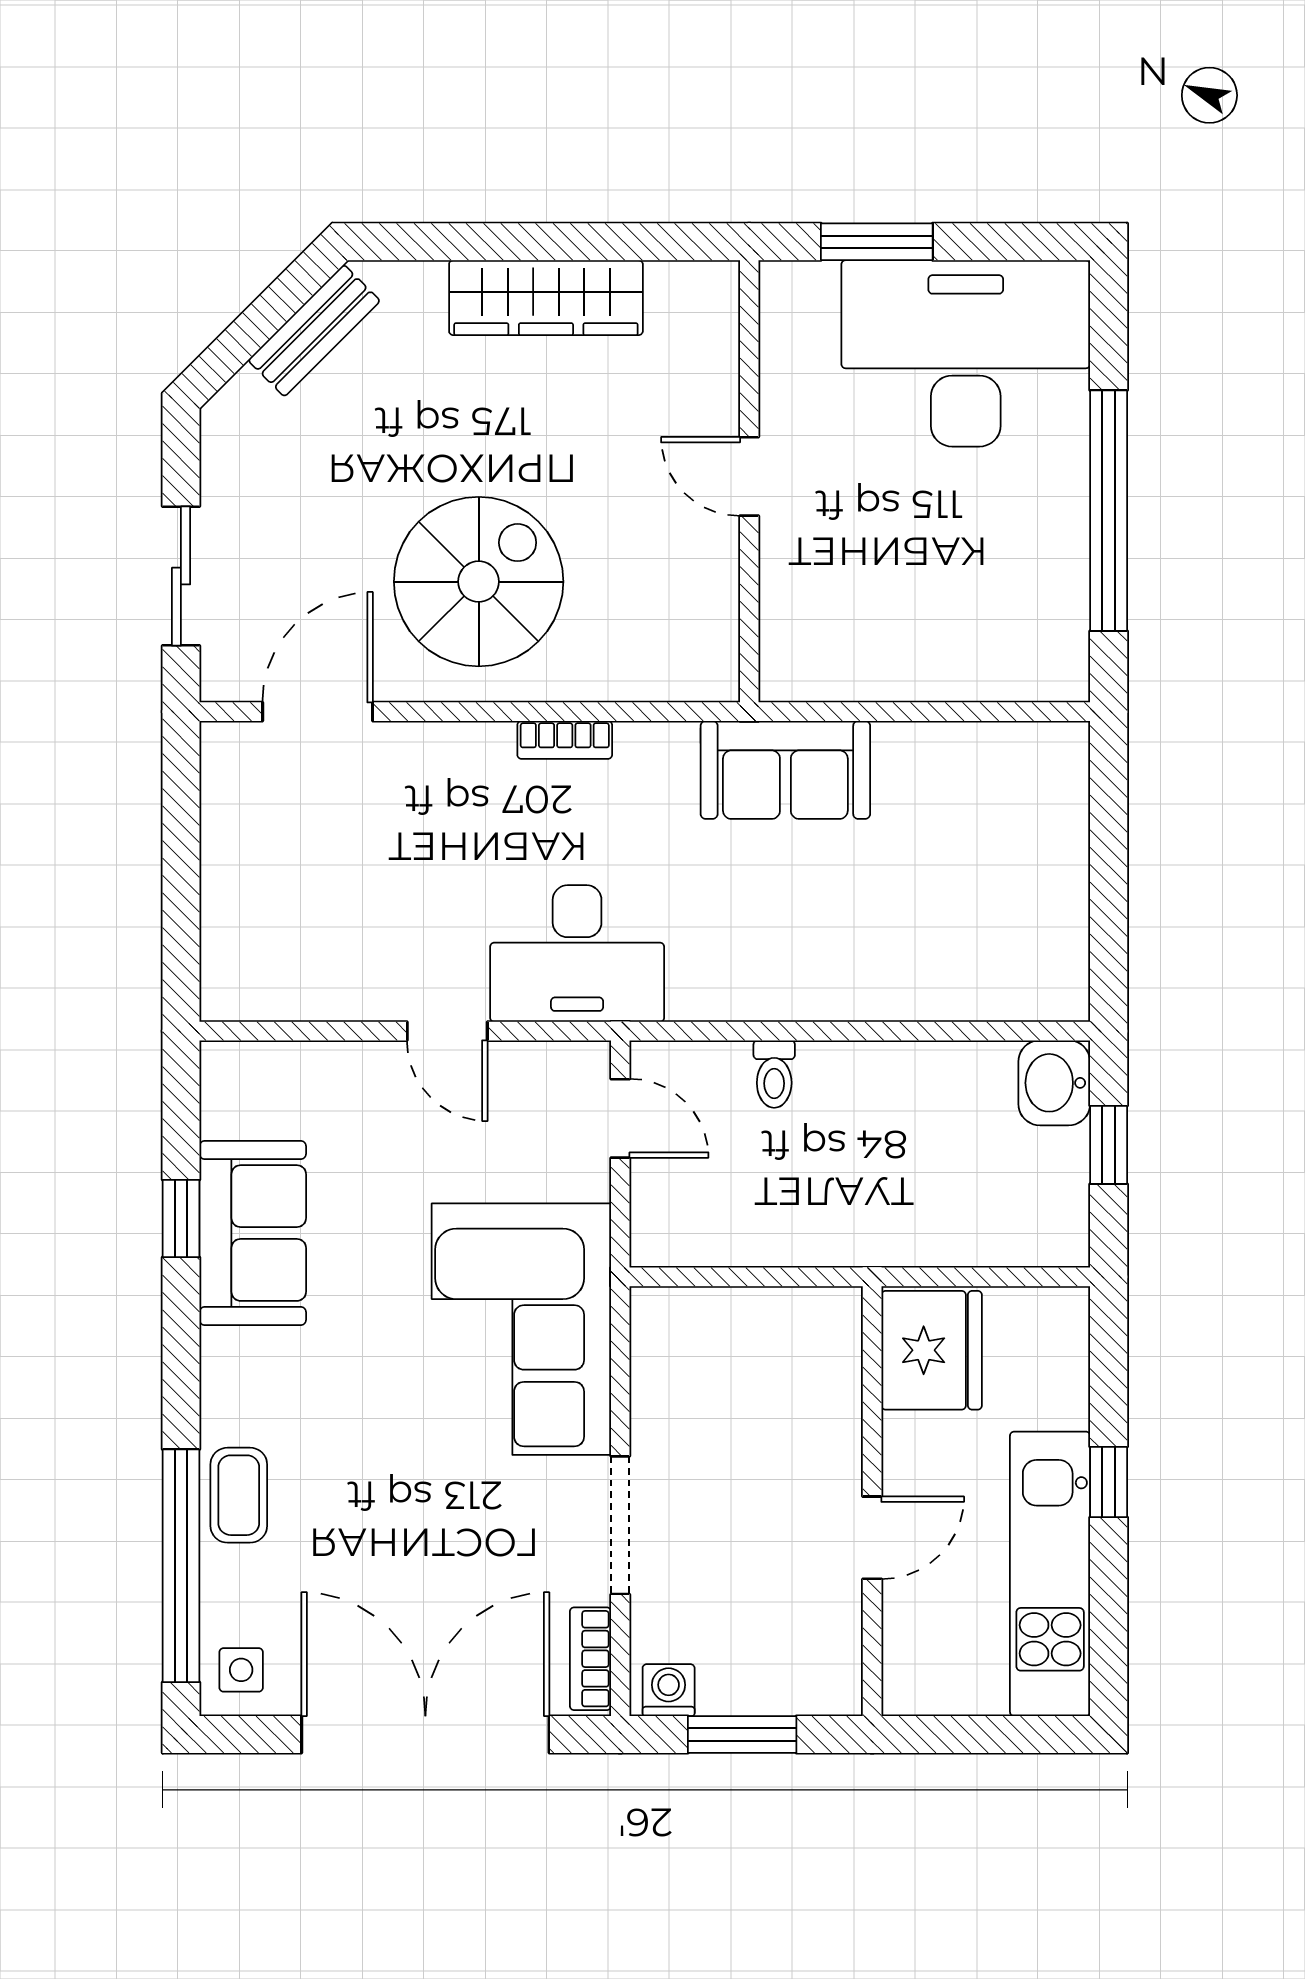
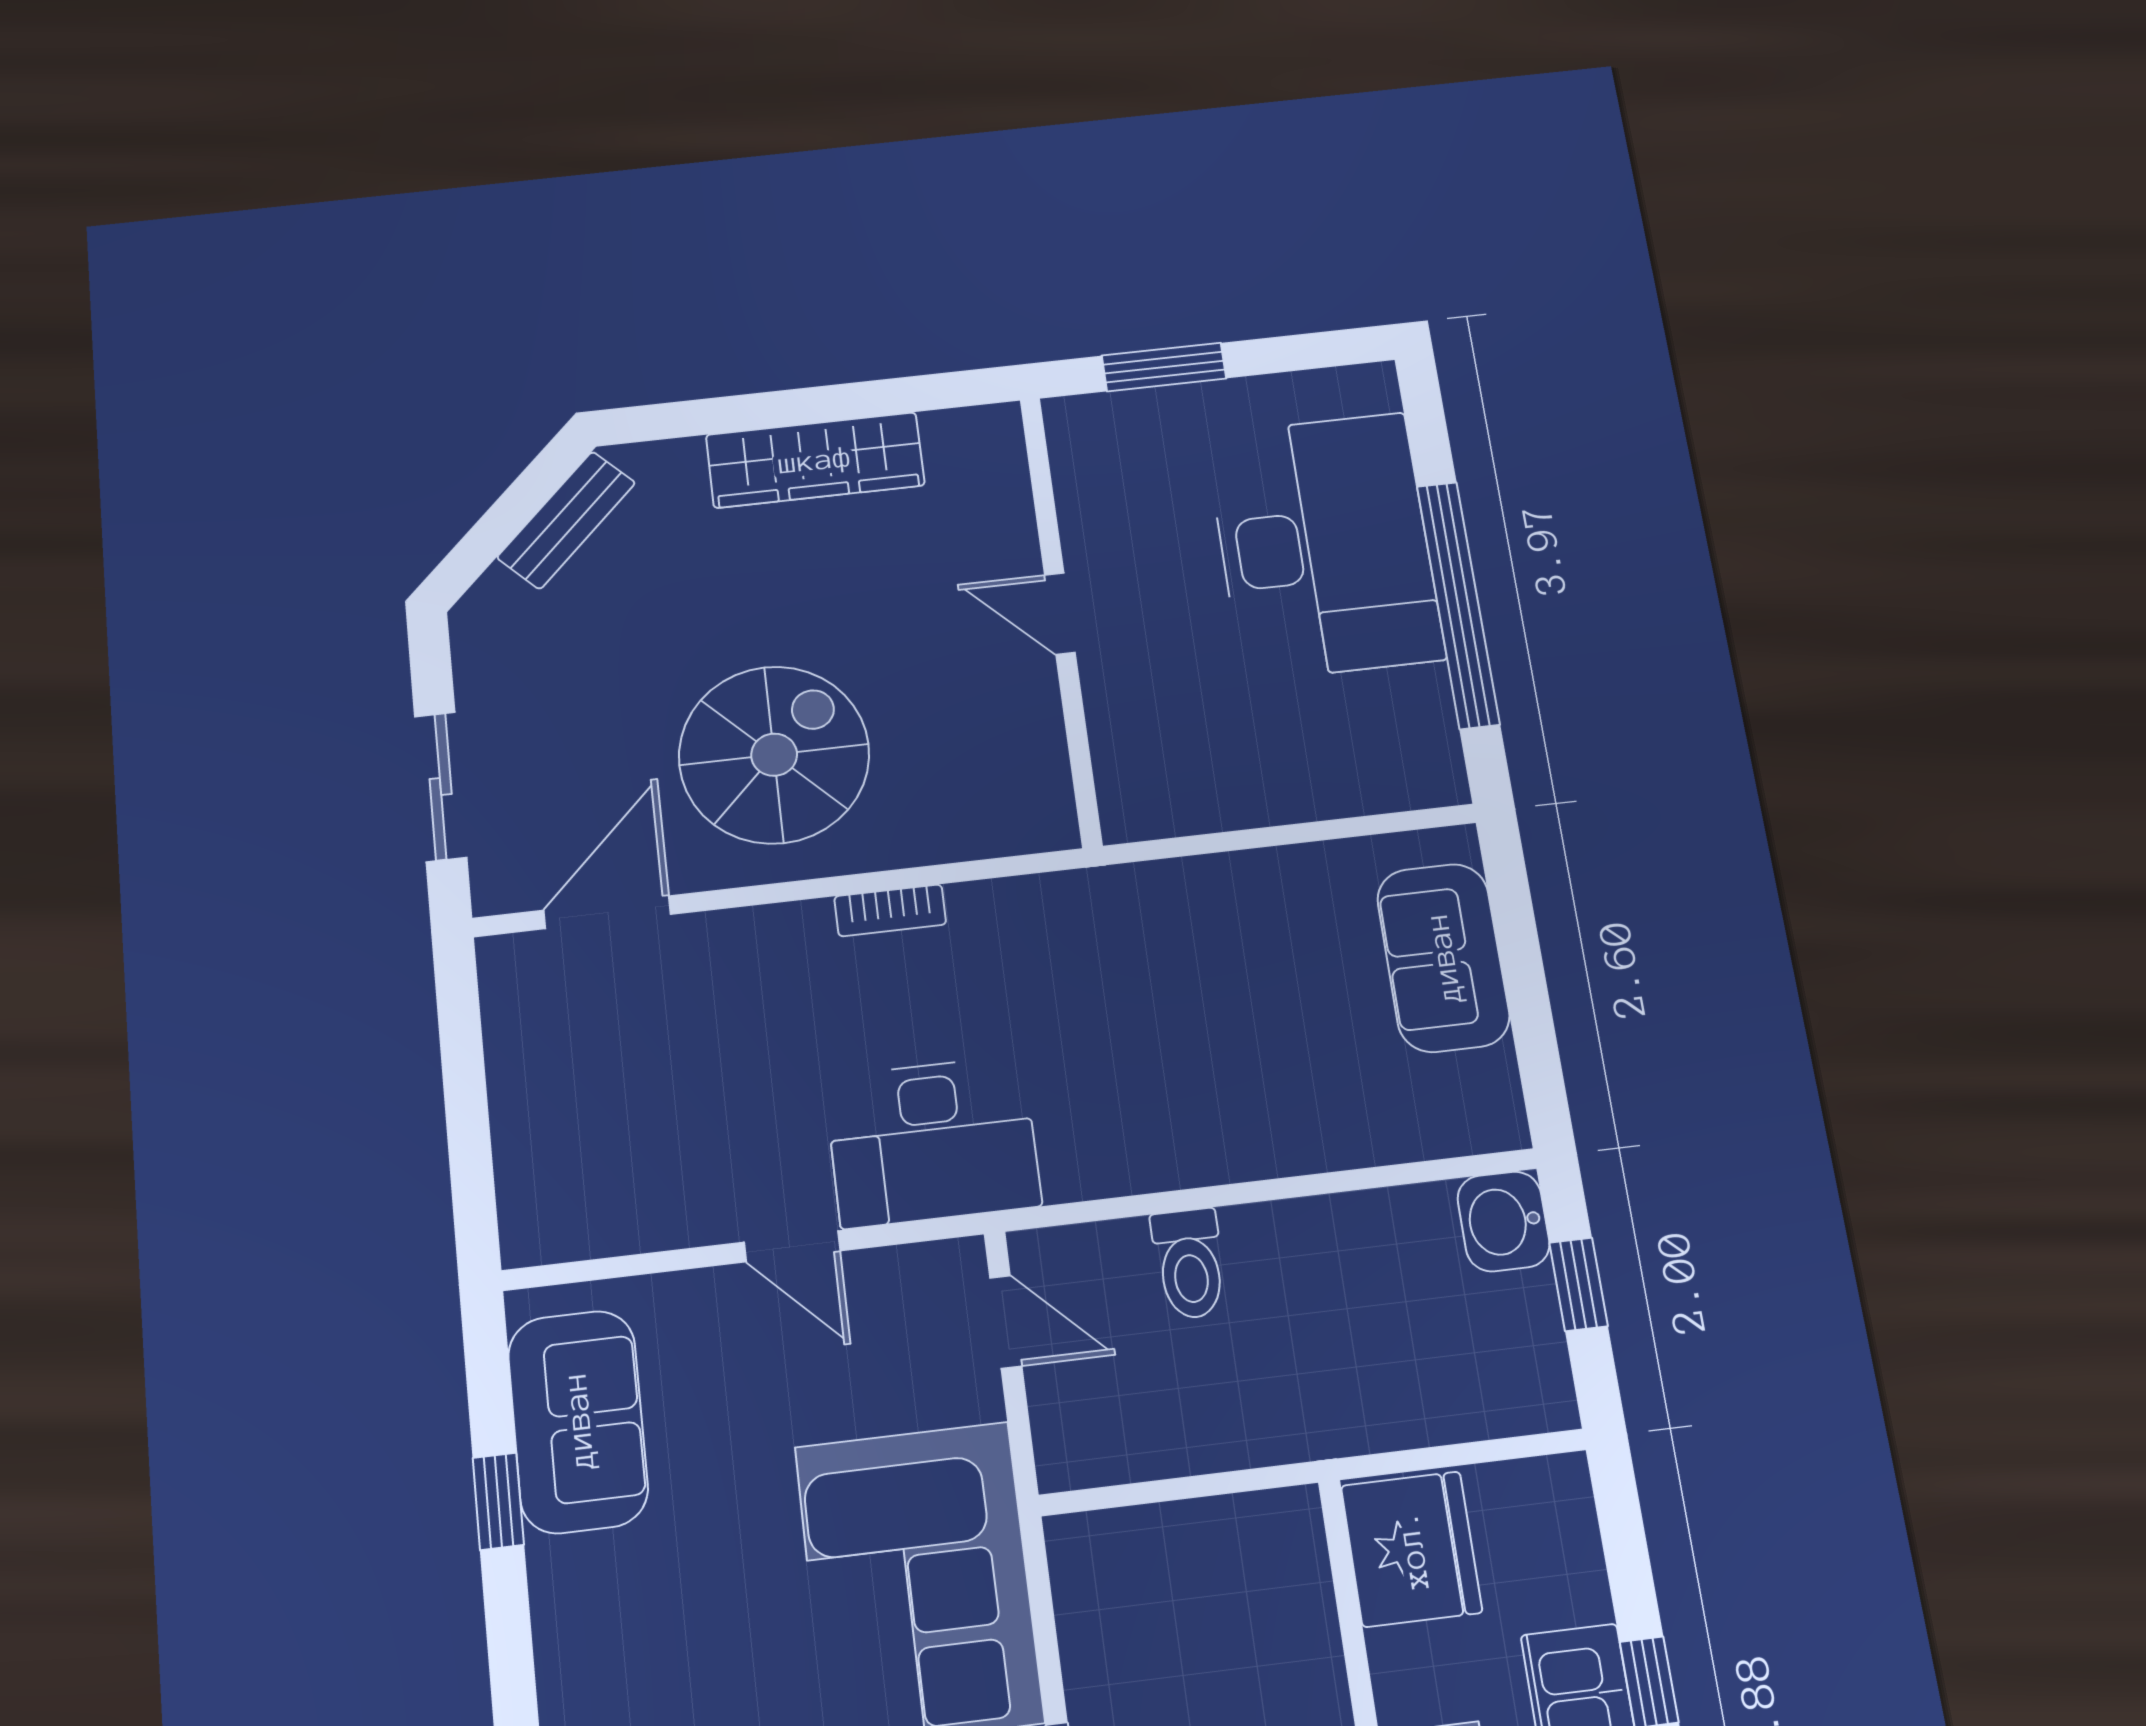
desk: (966, 353) -> (1324, 546), moved, turned 90
sofa: (785, 770) -> (1443, 958), moved, turned 90
toilet: (774, 1074) -> (1189, 1264), width x1.37, depth x1.39
sofa: (253, 1233) -> (578, 1421), moved

